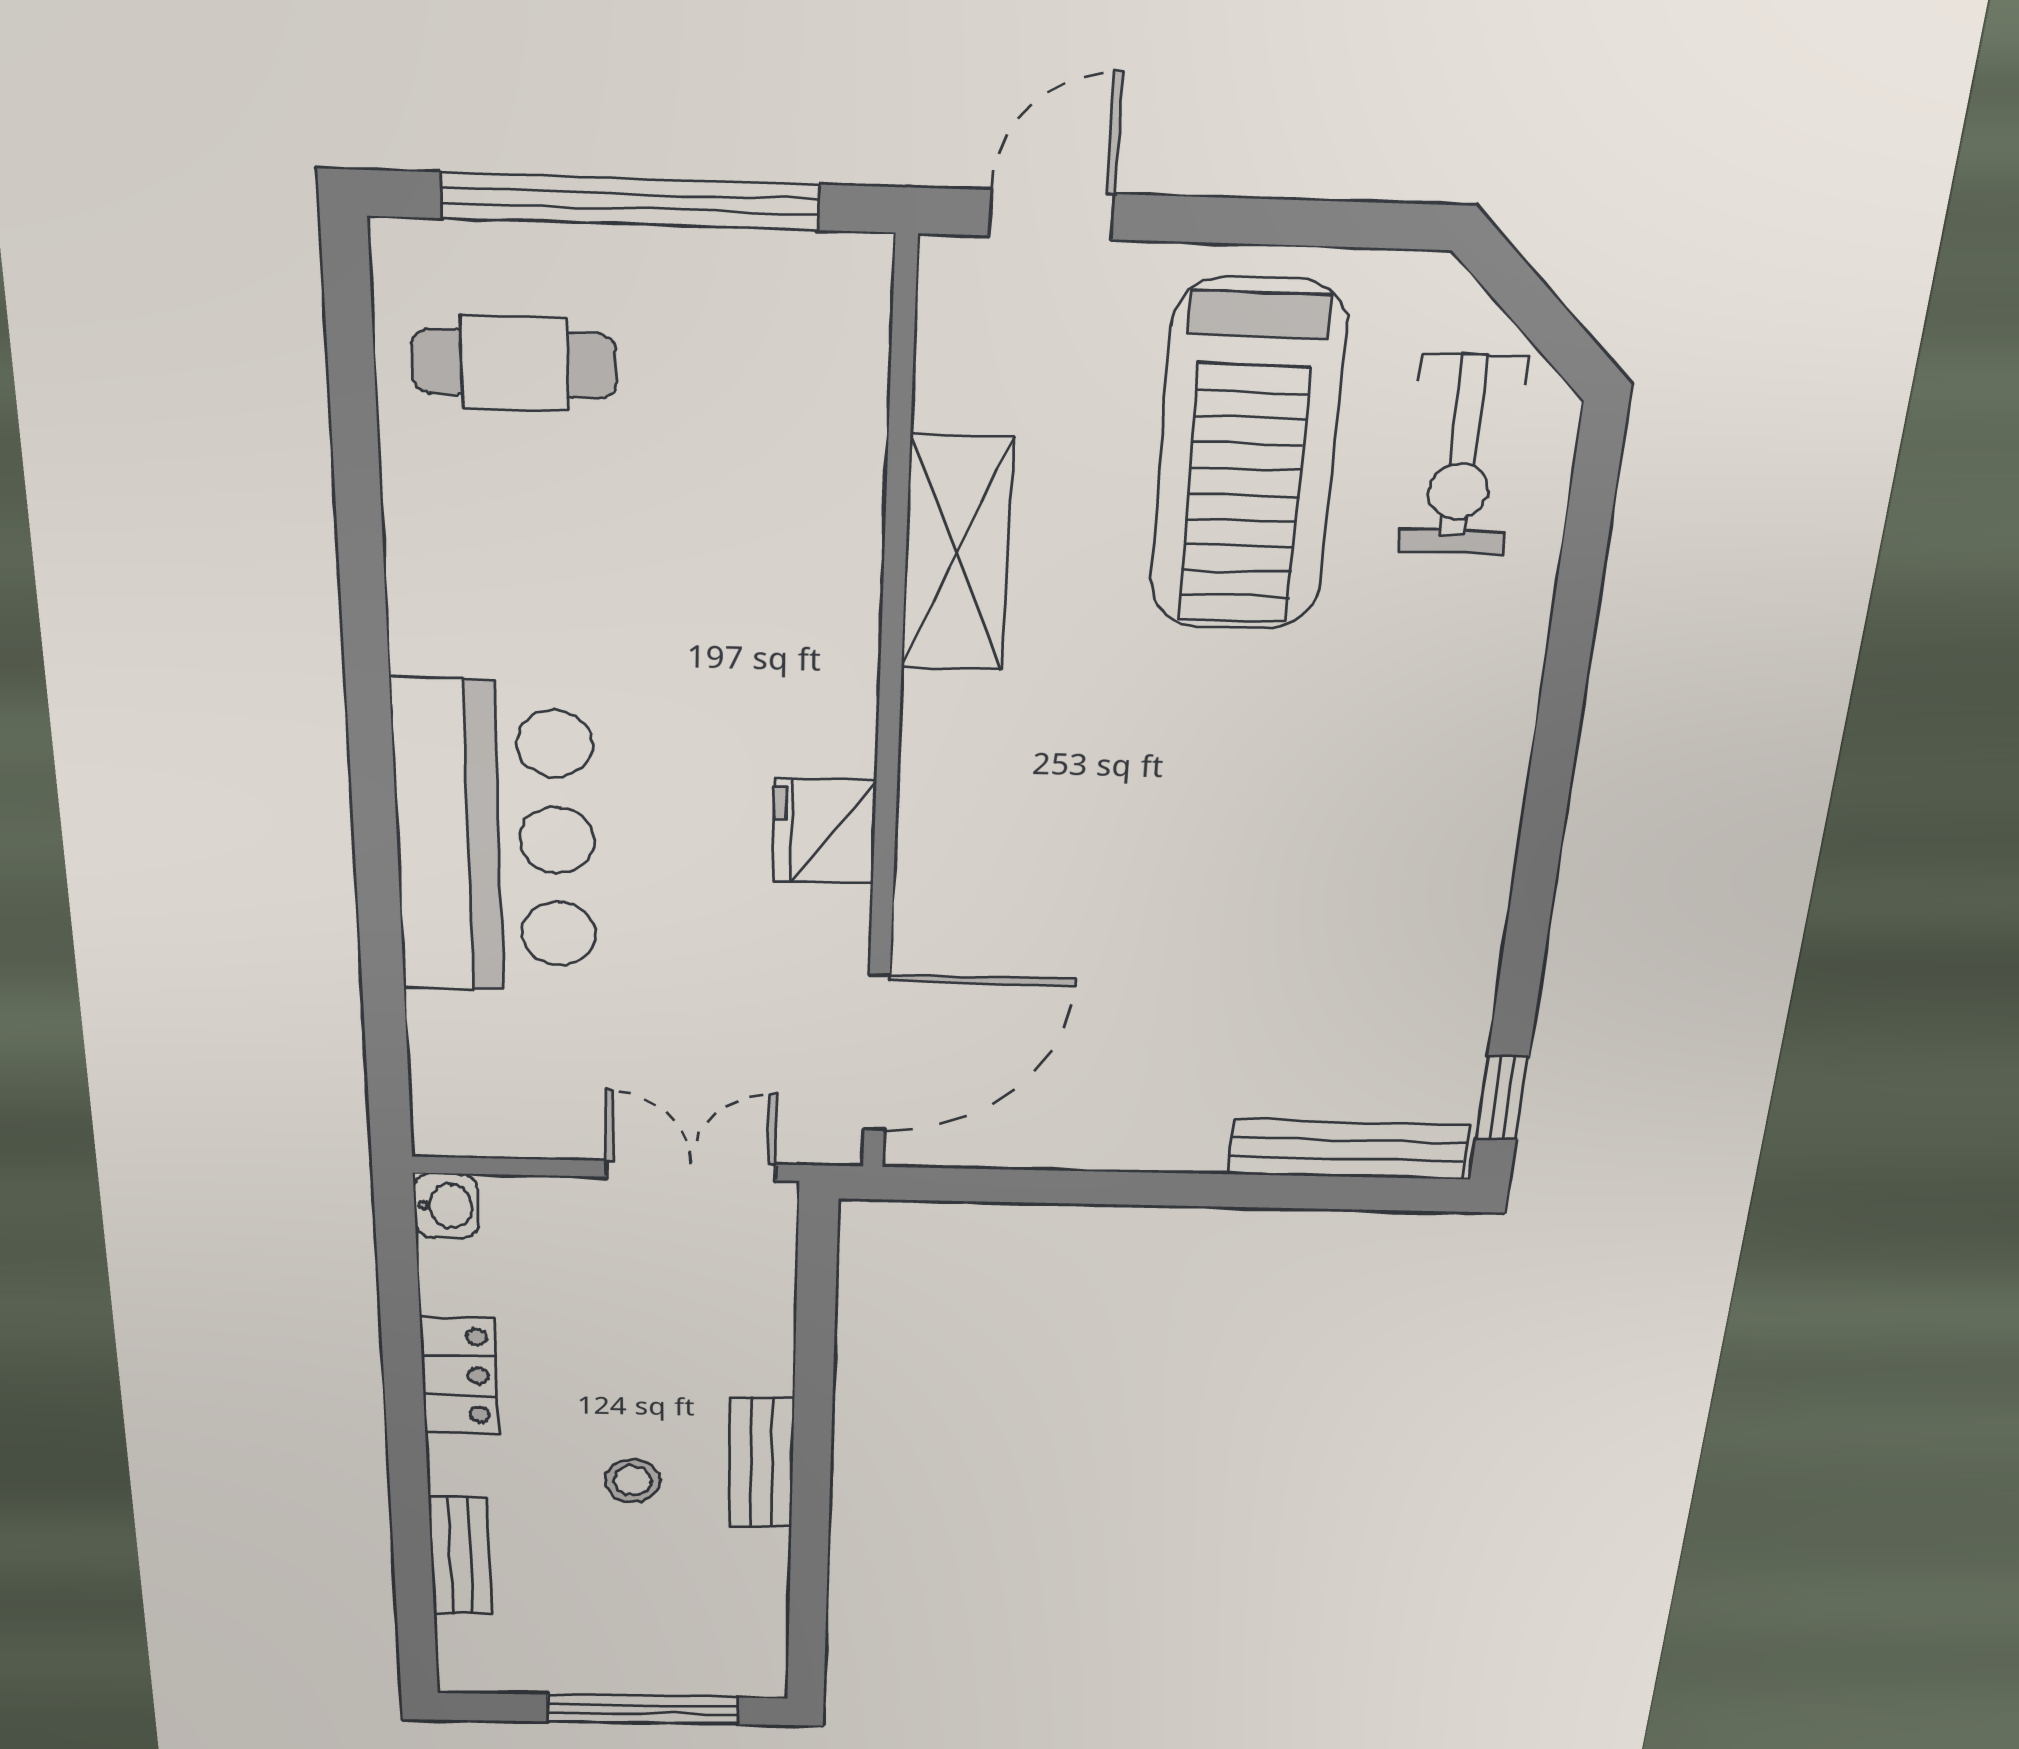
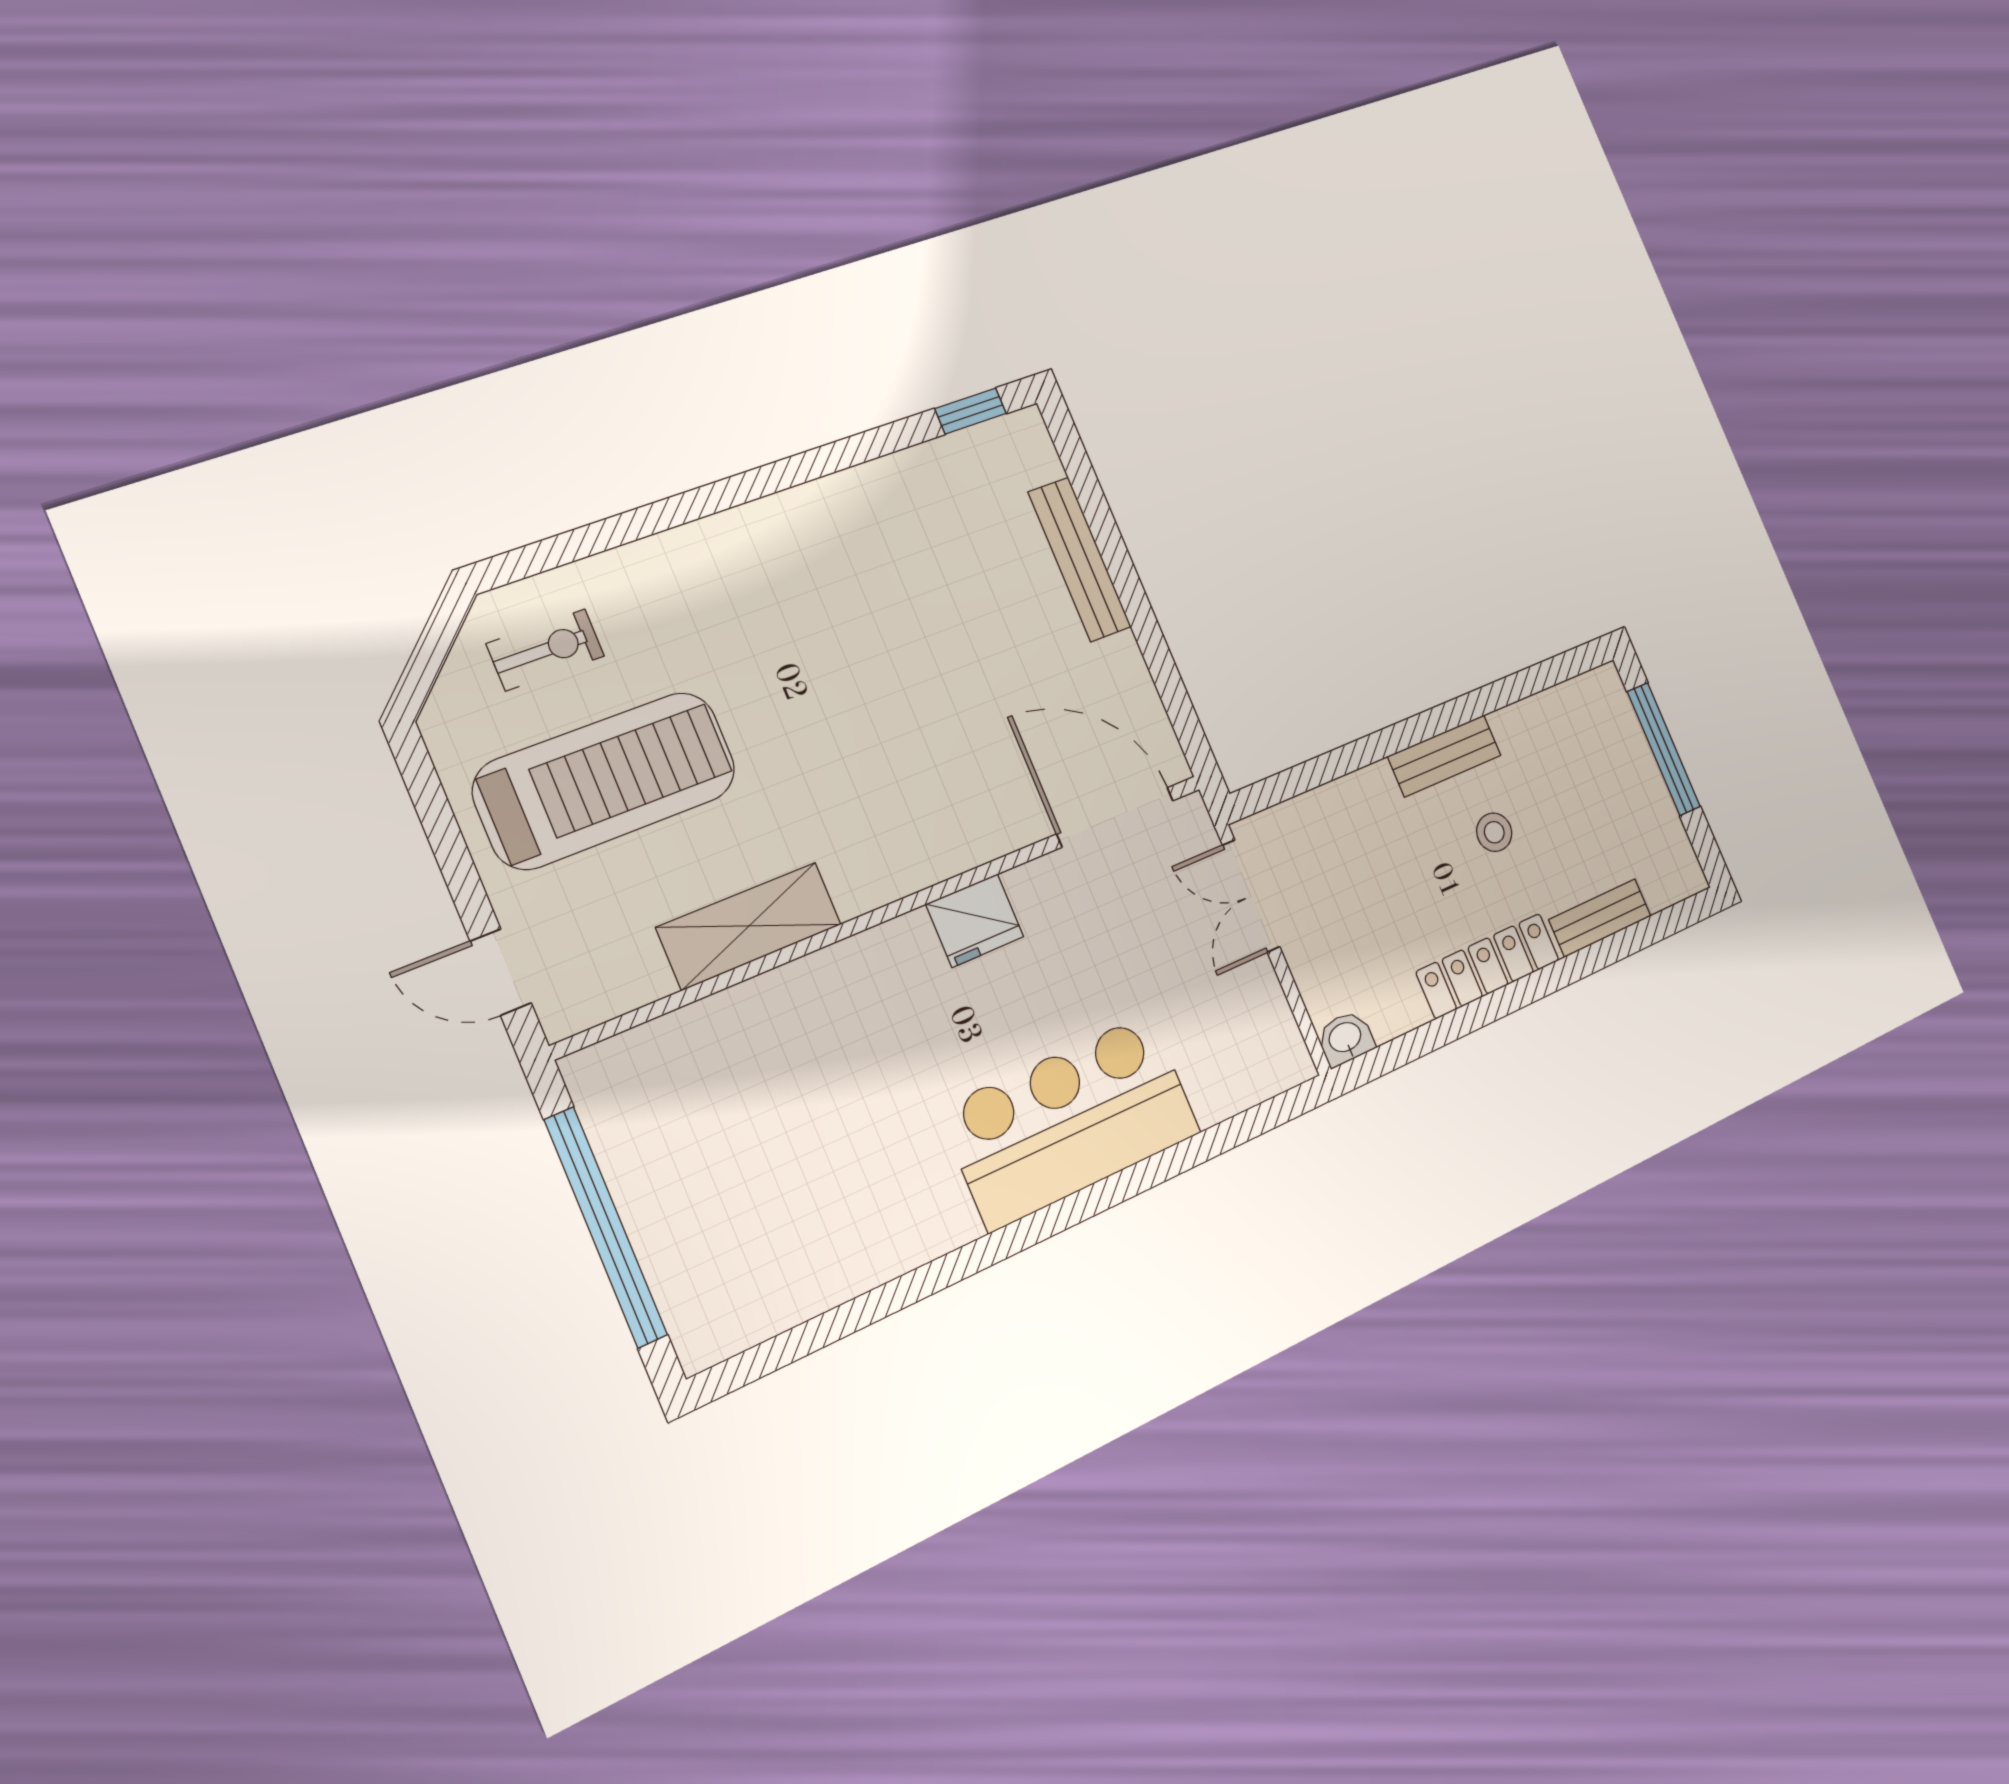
cafe table: (514, 364) -> (743, 1250), removed
exercise bike: (1462, 456) -> (545, 650), width x0.73, depth x0.72
bench: (1349, 1149) -> (1080, 559), moved
locker: (459, 1376) -> (1488, 966), width x1.53

